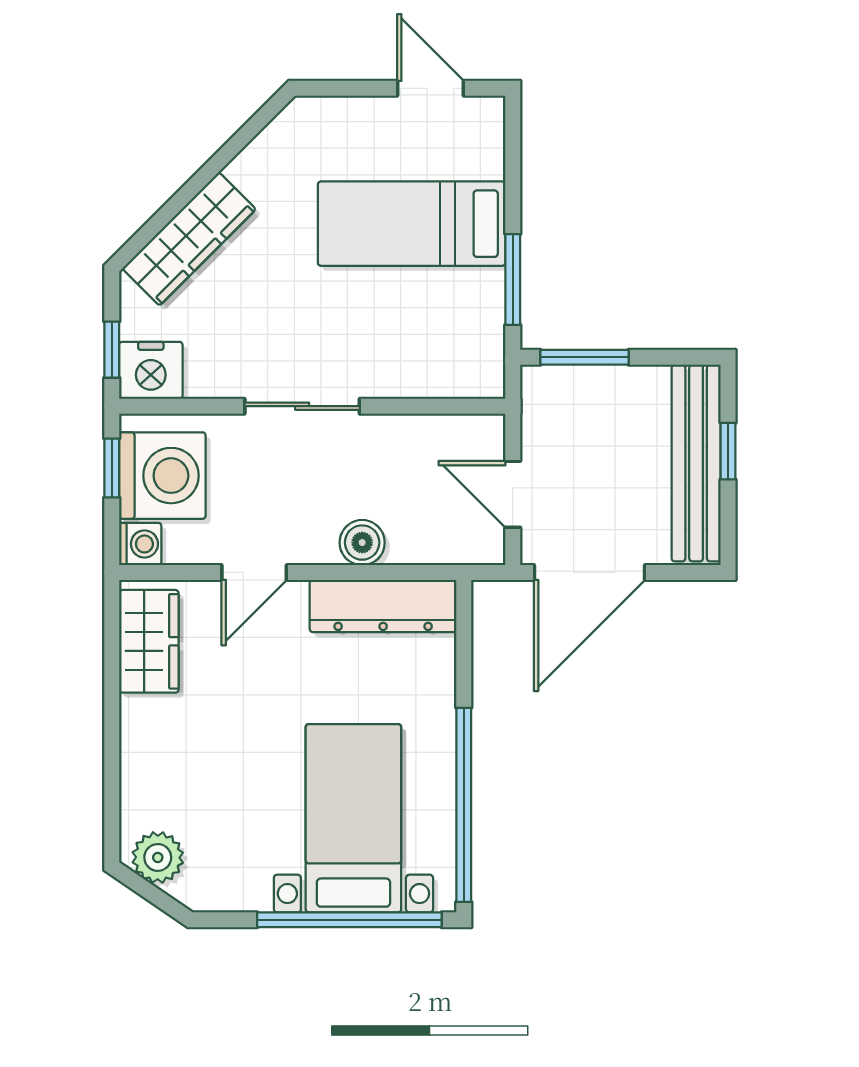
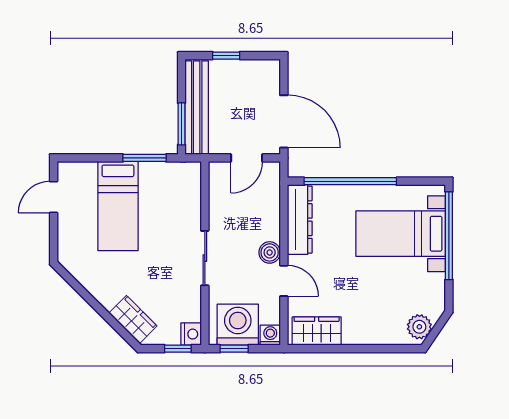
wardrobe: (189, 239) -> (133, 320), width x0.67
nightstand: (151, 370) -> (191, 334), width x0.74, depth x0.75
bench: (696, 463) -> (197, 108), moved, turned 90
boiler: (362, 543) -> (270, 252), moved
window: (464, 805) -> (350, 181), moved

